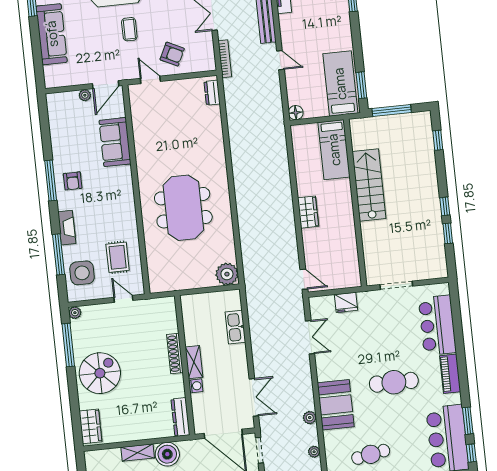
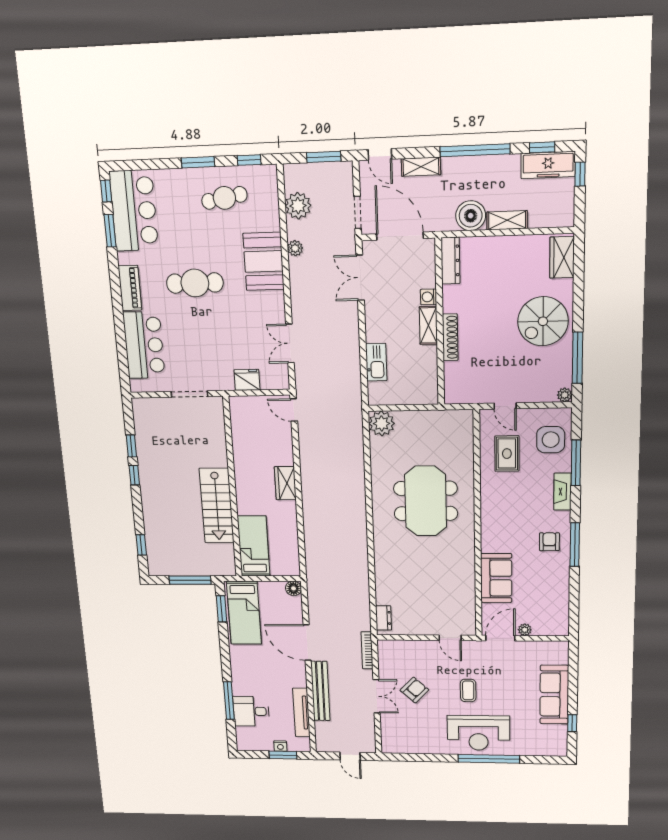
armchair: (172, 54) -> (414, 690), moved, turned 107
door: (280, 60) -> (307, 643), width x1.88
plant: (314, 452) -> (298, 206), width x1.88, depth x1.88

